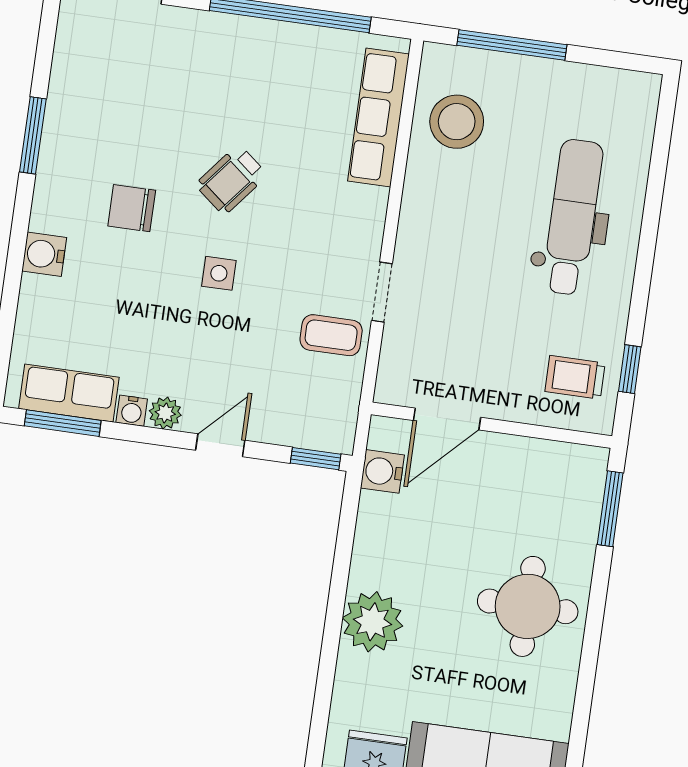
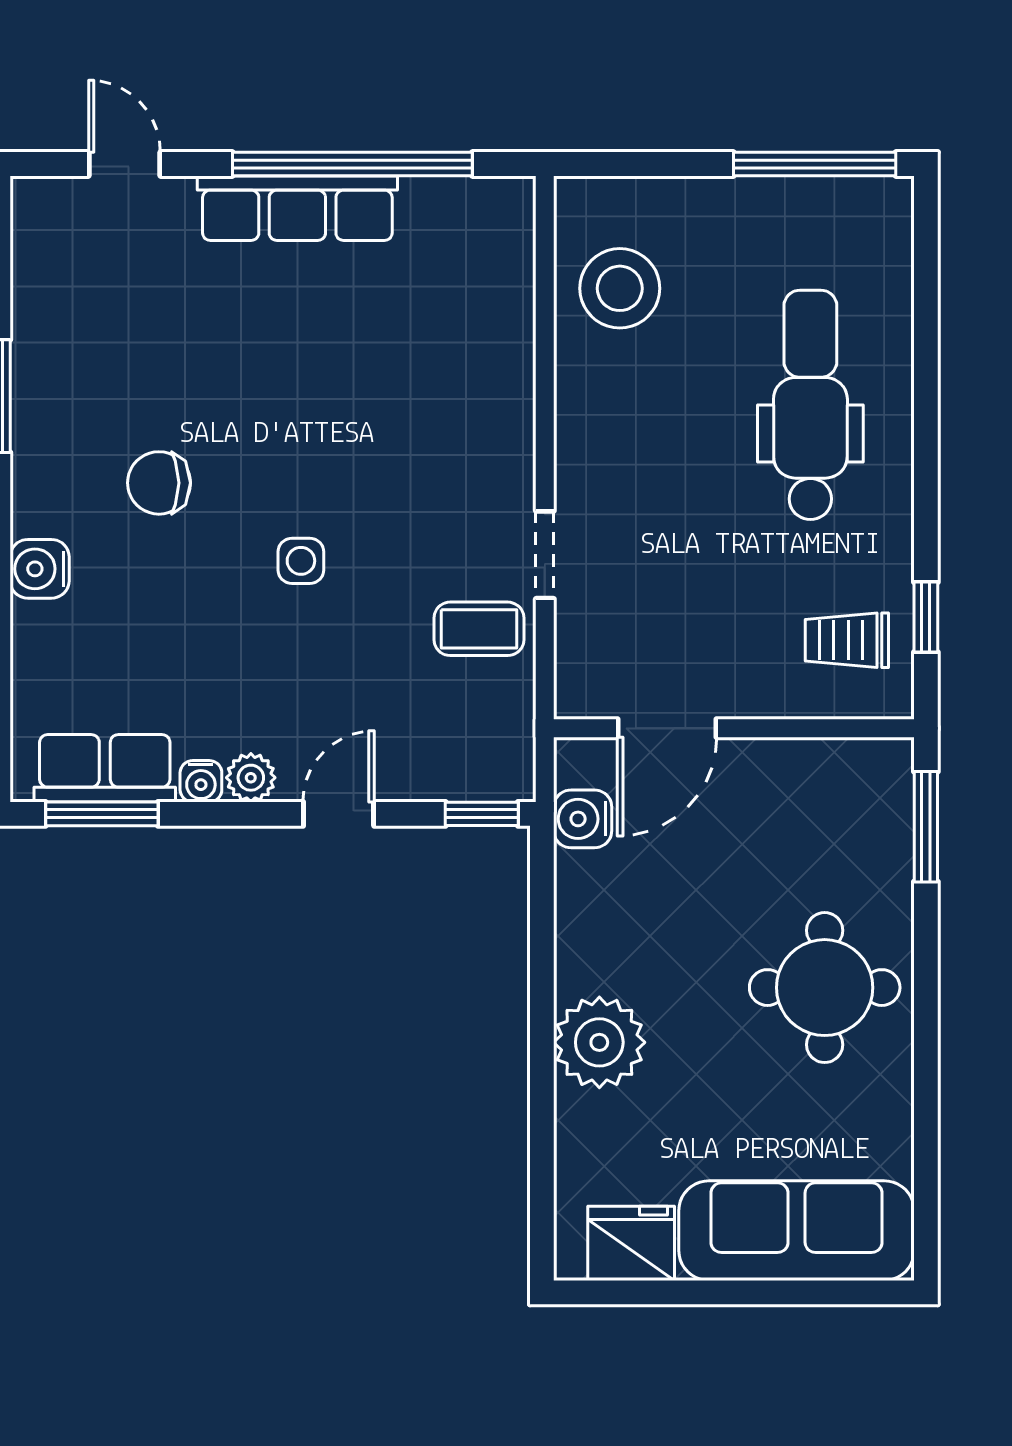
window: (512, 45) -> (815, 164), moved
row of seats: (378, 117) -> (297, 208), moved, turned -90
wheelchair: (231, 180) -> (300, 421), removed

